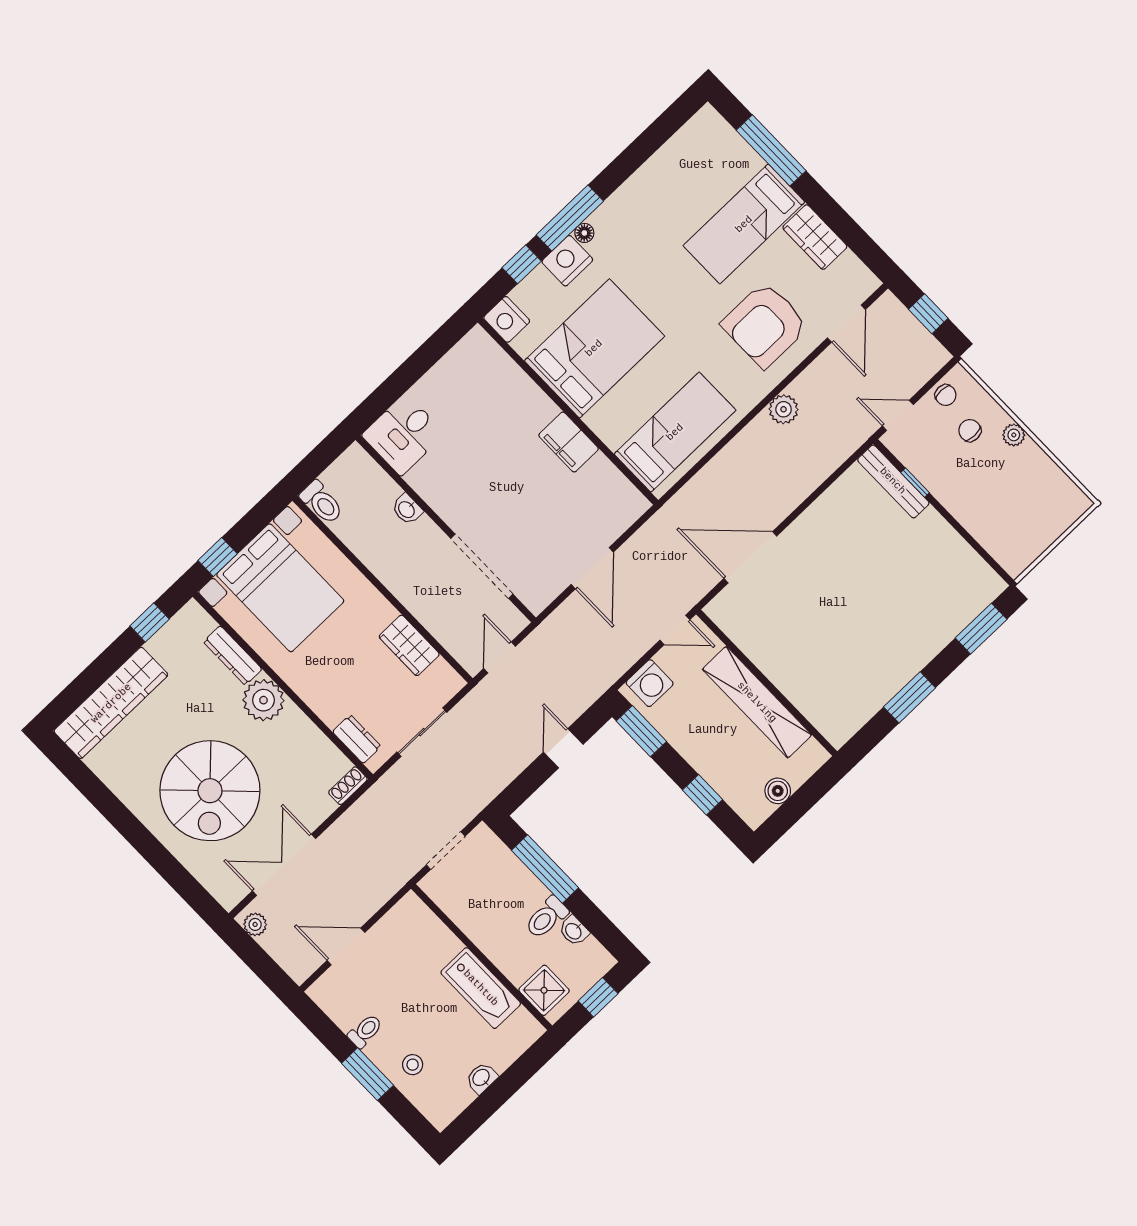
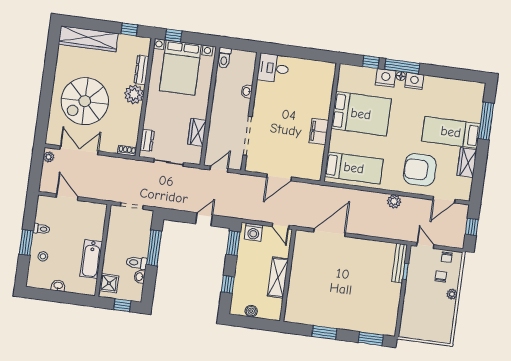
nightstand: (507, 319) -> (414, 81), moved, turned 90
door: (750, 557) -> (330, 233), hinge flipped
shelving: (757, 702) -> (278, 277), width x0.68

